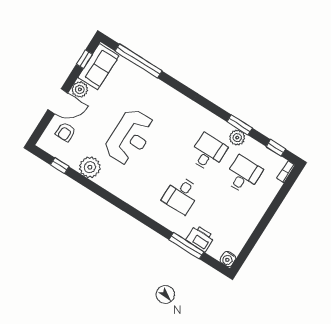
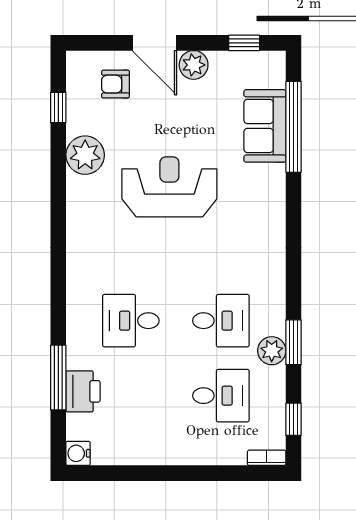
sofa: (99, 67) -> (265, 126), moved, turned 90
reception desk: (130, 137) -> (169, 187), turned 180

